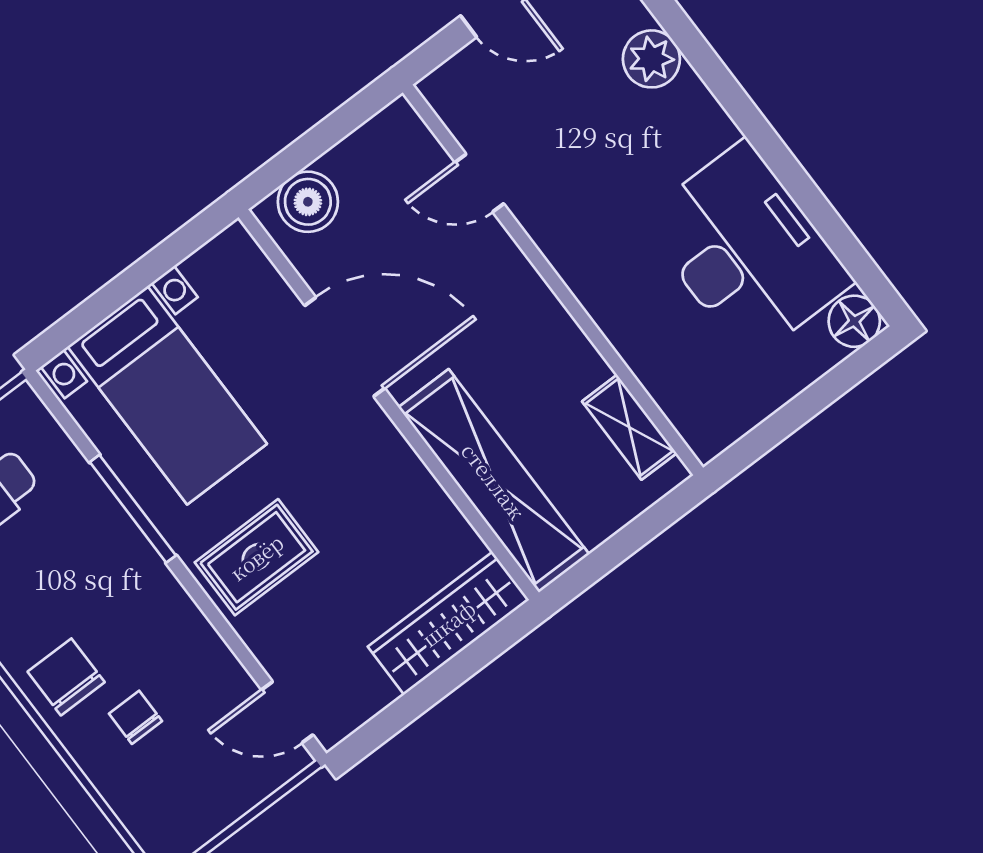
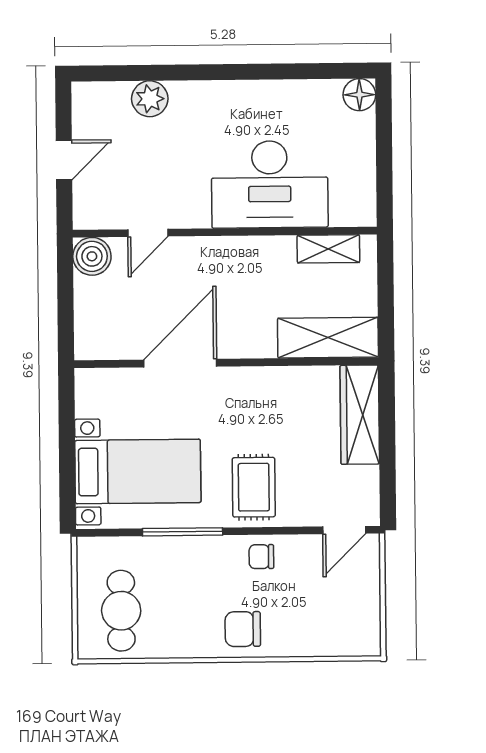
boiler: (308, 202) -> (92, 256), moved
desk: (747, 251) -> (270, 184), moved, turned 180
shelving: (494, 481) -> (328, 338), width x0.68
chair: (136, 717) -> (261, 557), moved

